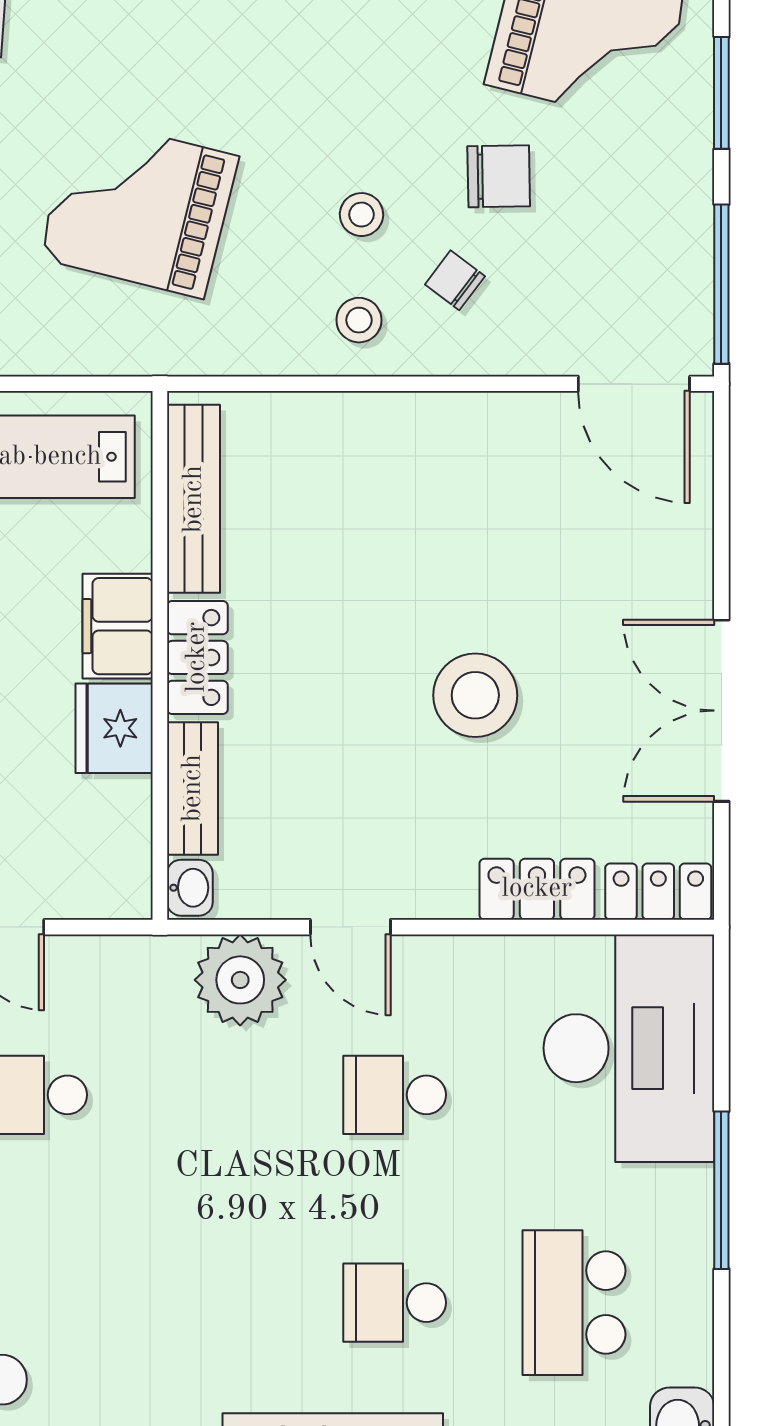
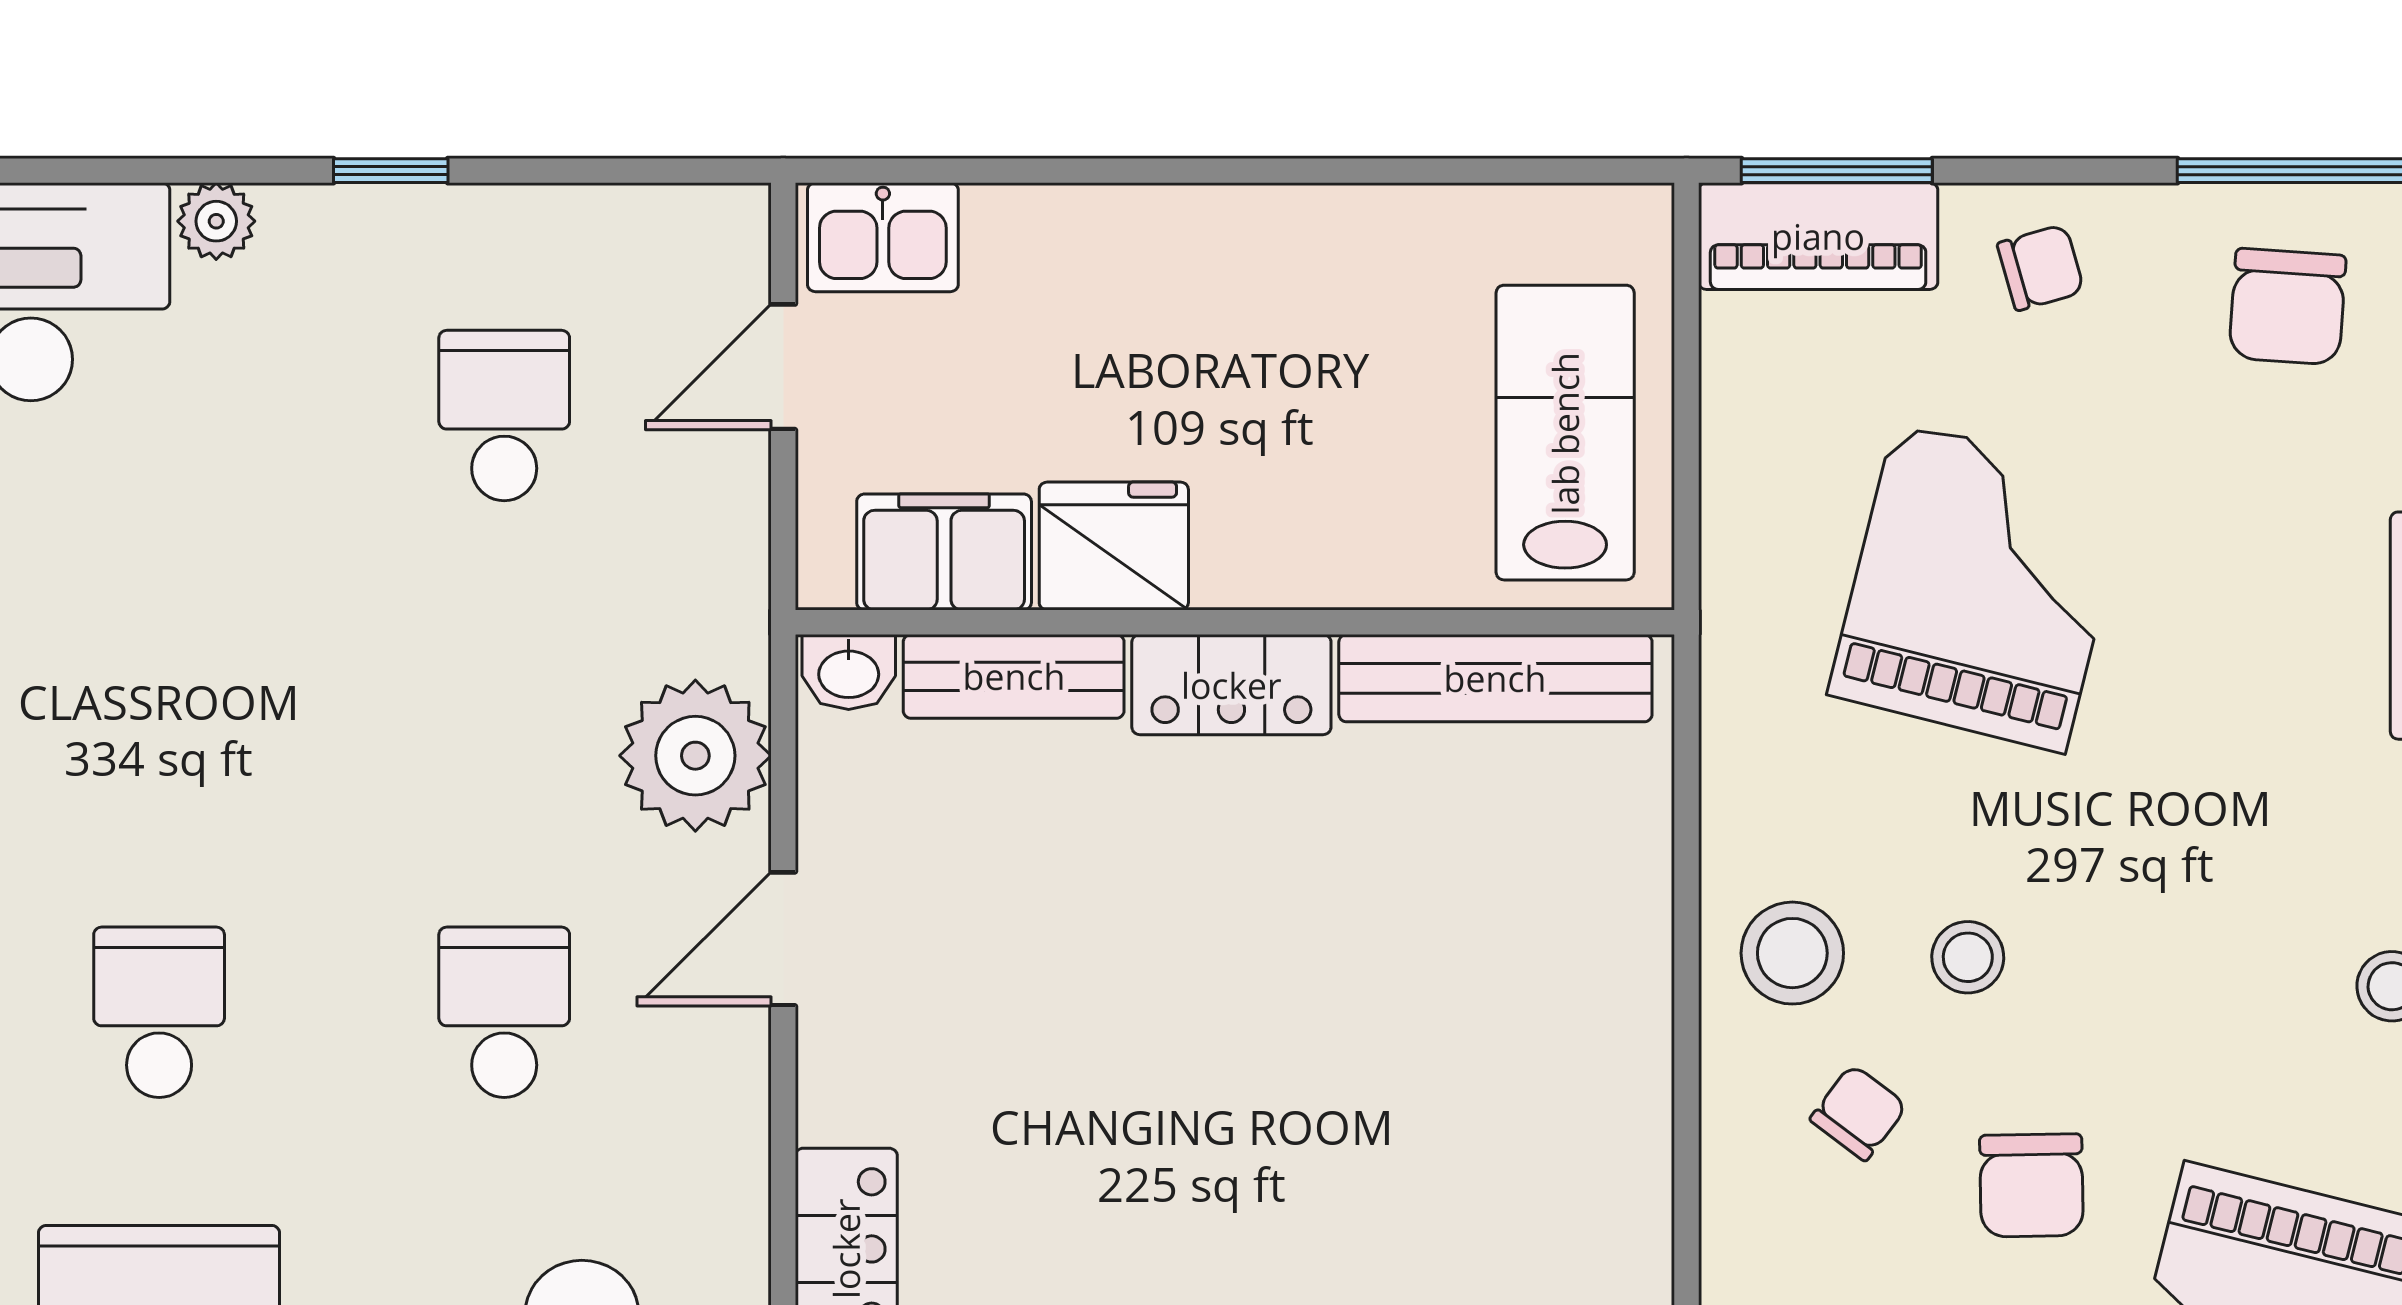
stool: (359, 320) -> (1792, 953), width x1.37, depth x1.37
filing cabinet: (118, 626) -> (944, 552), moved
stool: (475, 695) -> (1169, 1146), removed

